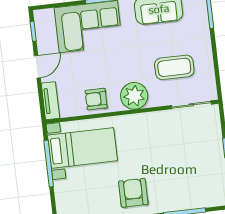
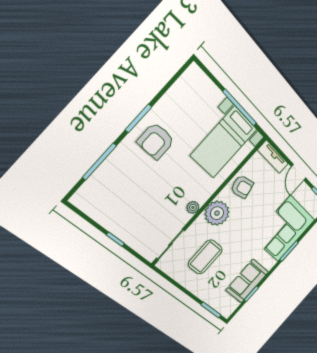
armchair: (96, 99) -> (242, 187), turned 77
plant: (149, 118) -> (193, 207), added
armchair: (133, 193) -> (156, 141), turned 90

